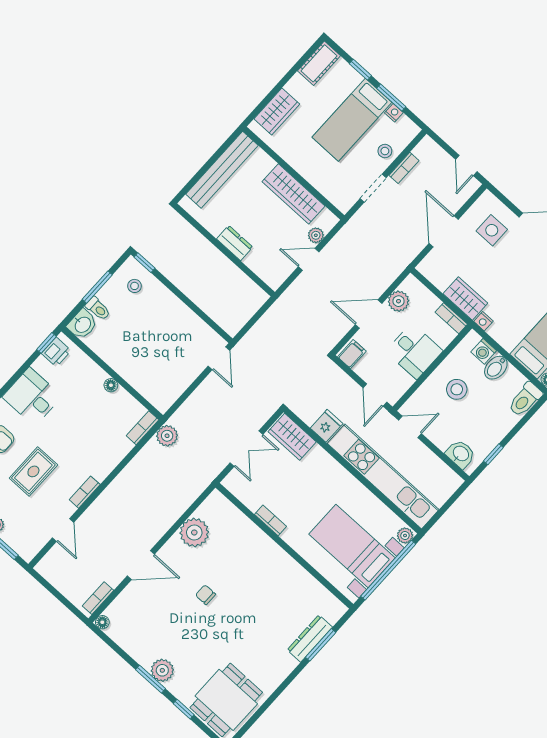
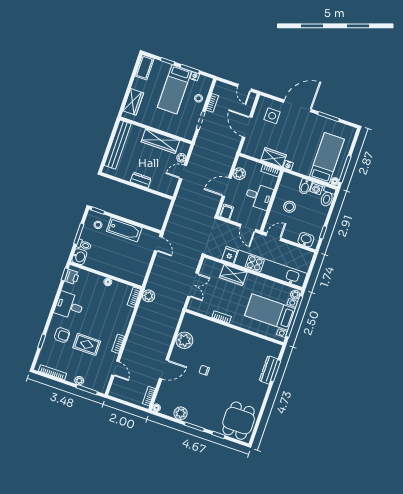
bathtub: (174, 312) -> (124, 230), added
washing machine: (484, 351) -> (317, 188), moved
wardrobe: (292, 437) -> (233, 275), moved
rug: (33, 471) -> (87, 344), turned 90
plant: (162, 670) -> (181, 413), moved

